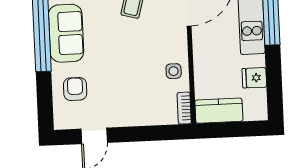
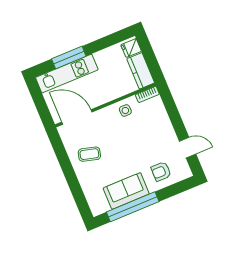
fridge: (254, 78) -> (131, 48), moved, turned 90

